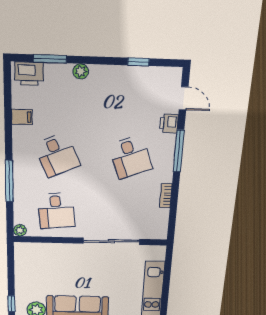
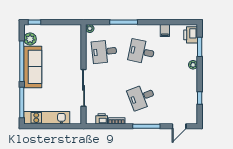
printer: (169, 123) -> (102, 119), moved
desk: (57, 155) -> (142, 52), turned 36

